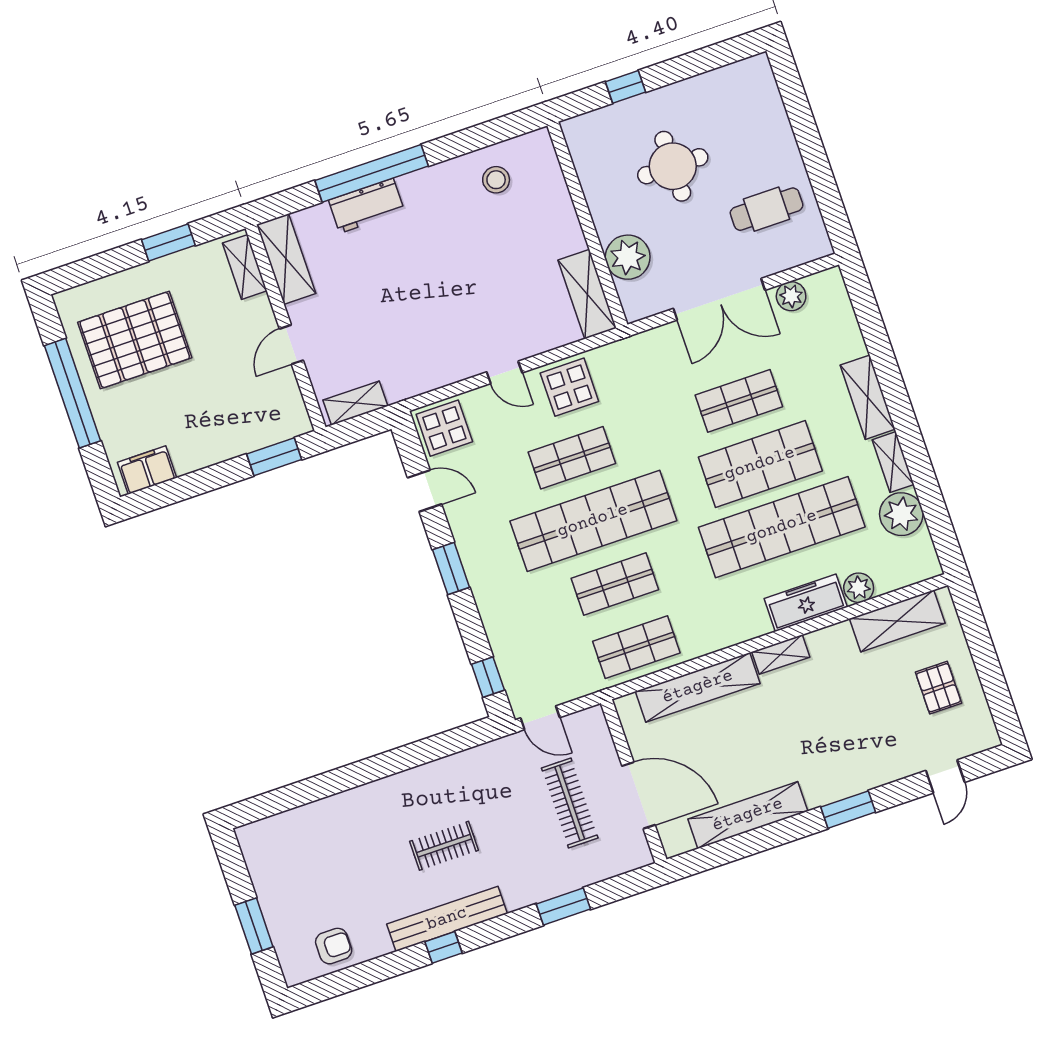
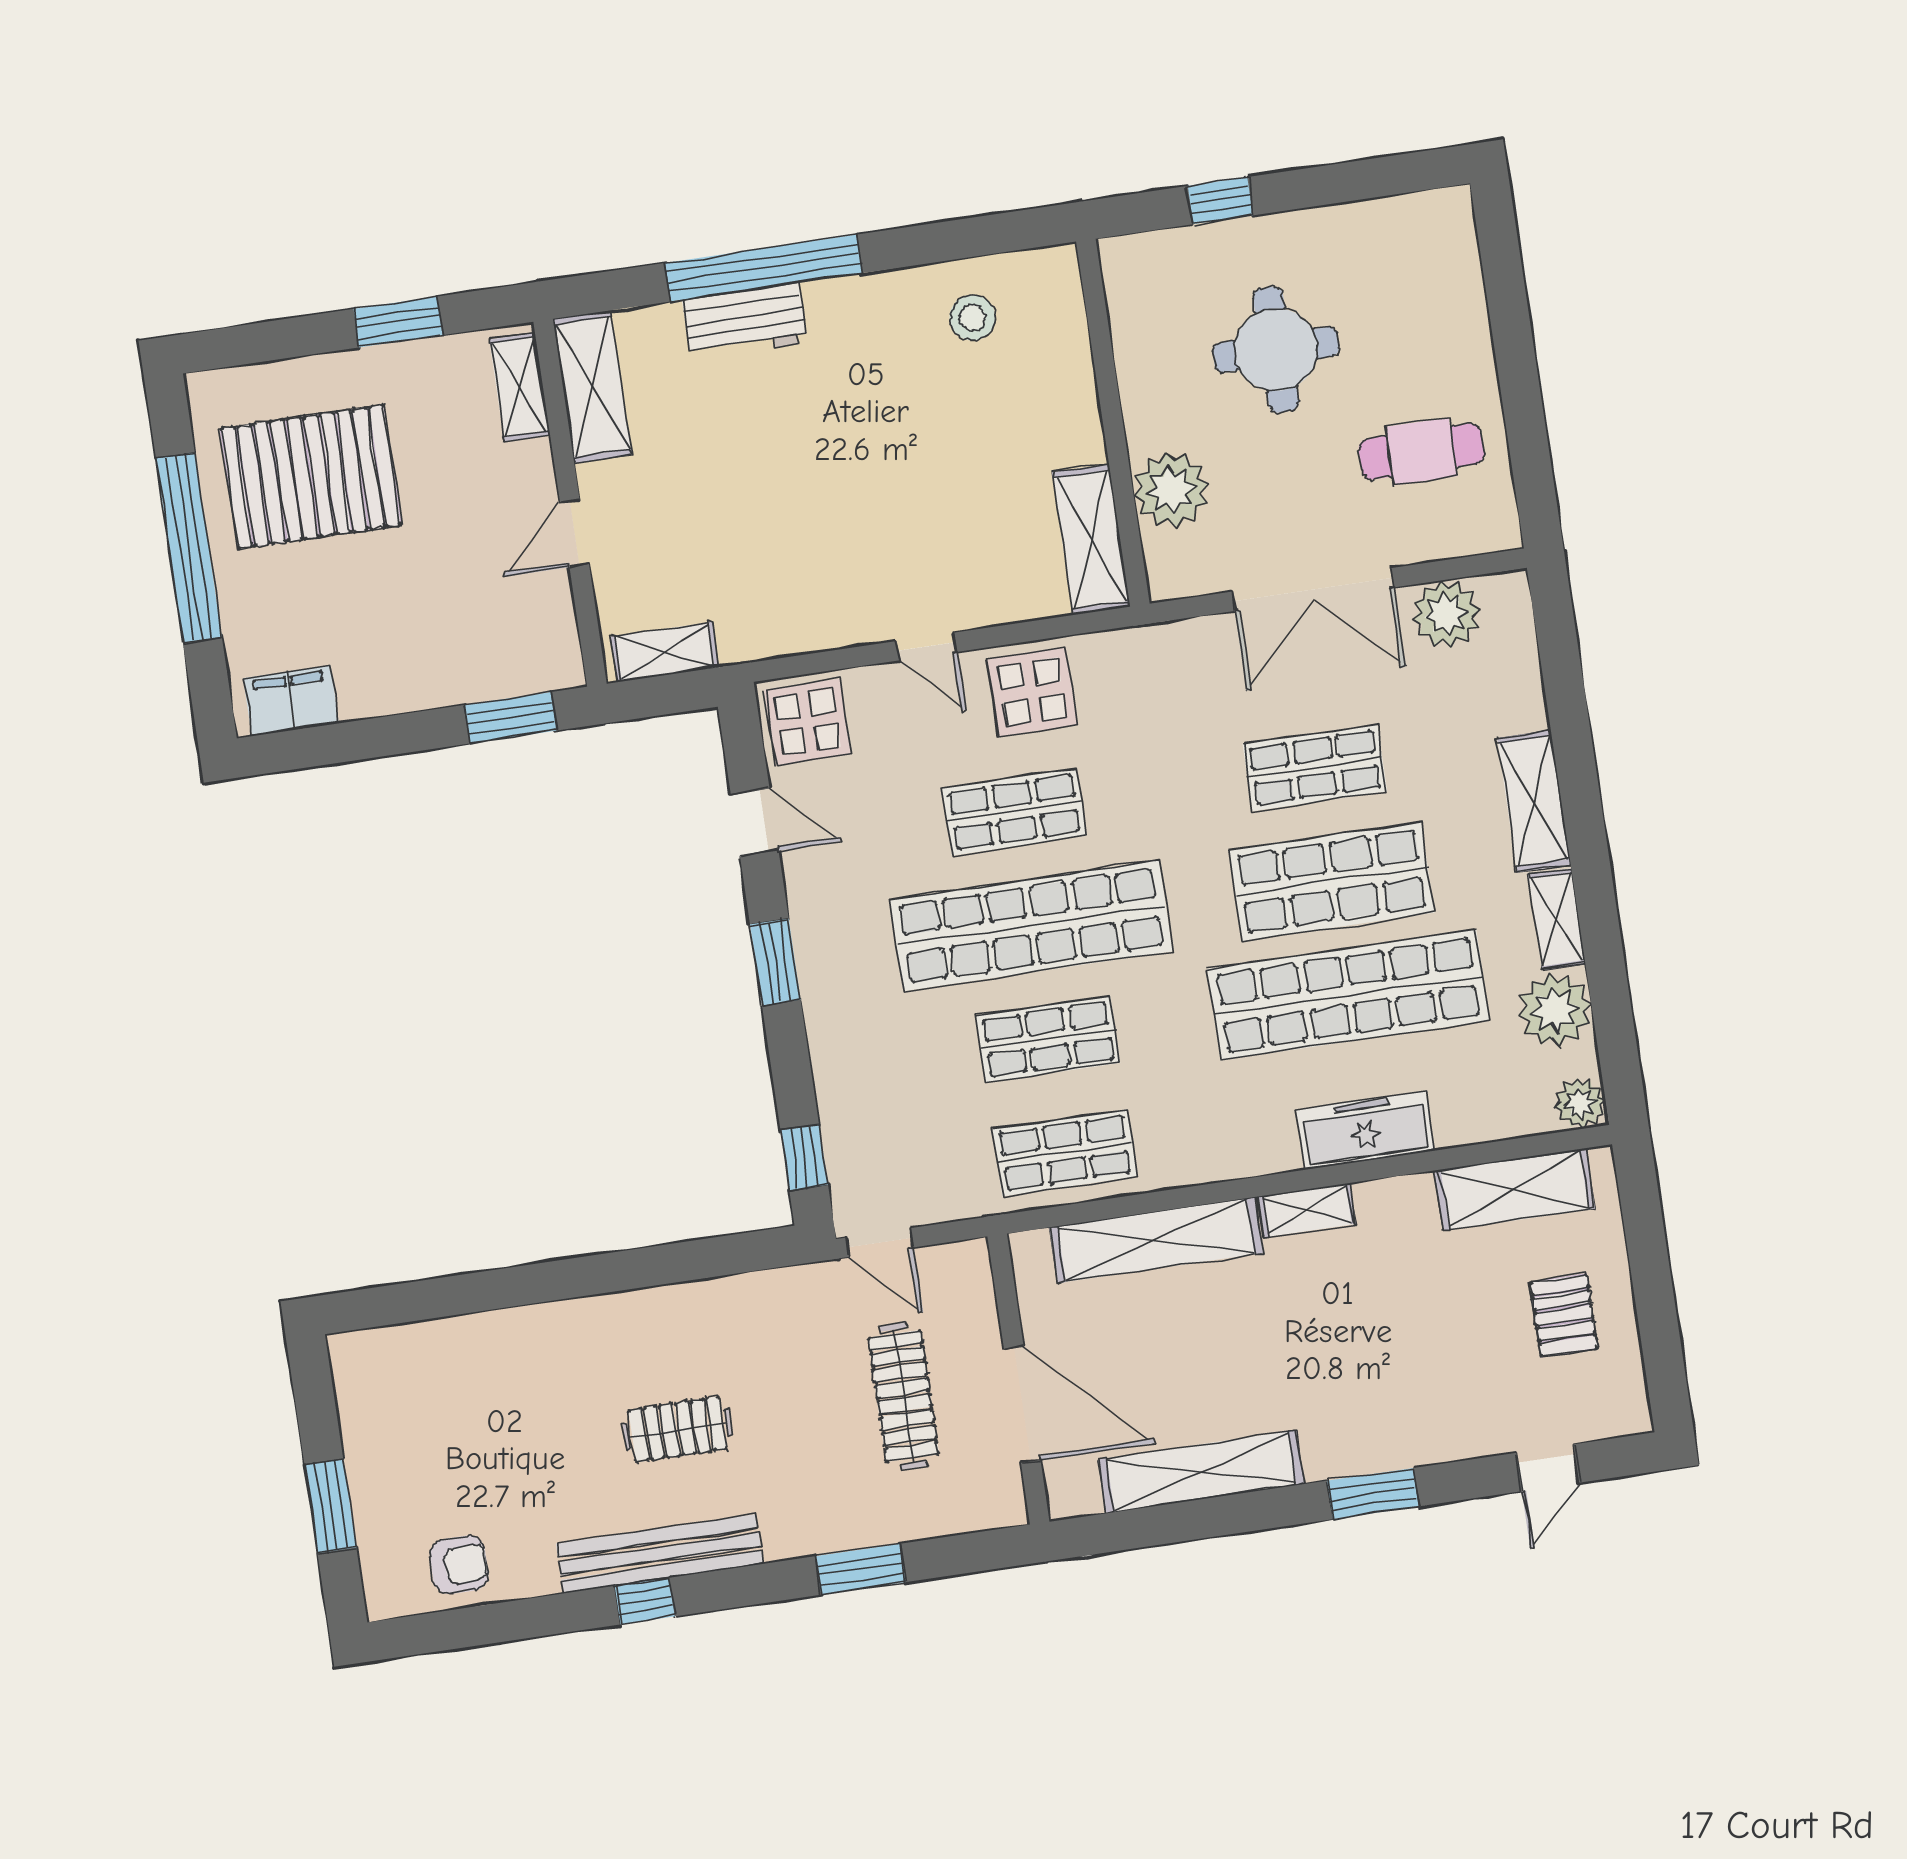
plant: (791, 296) -> (1446, 614), width x1.36, depth x1.36
plant: (859, 588) -> (1580, 1103), moved

